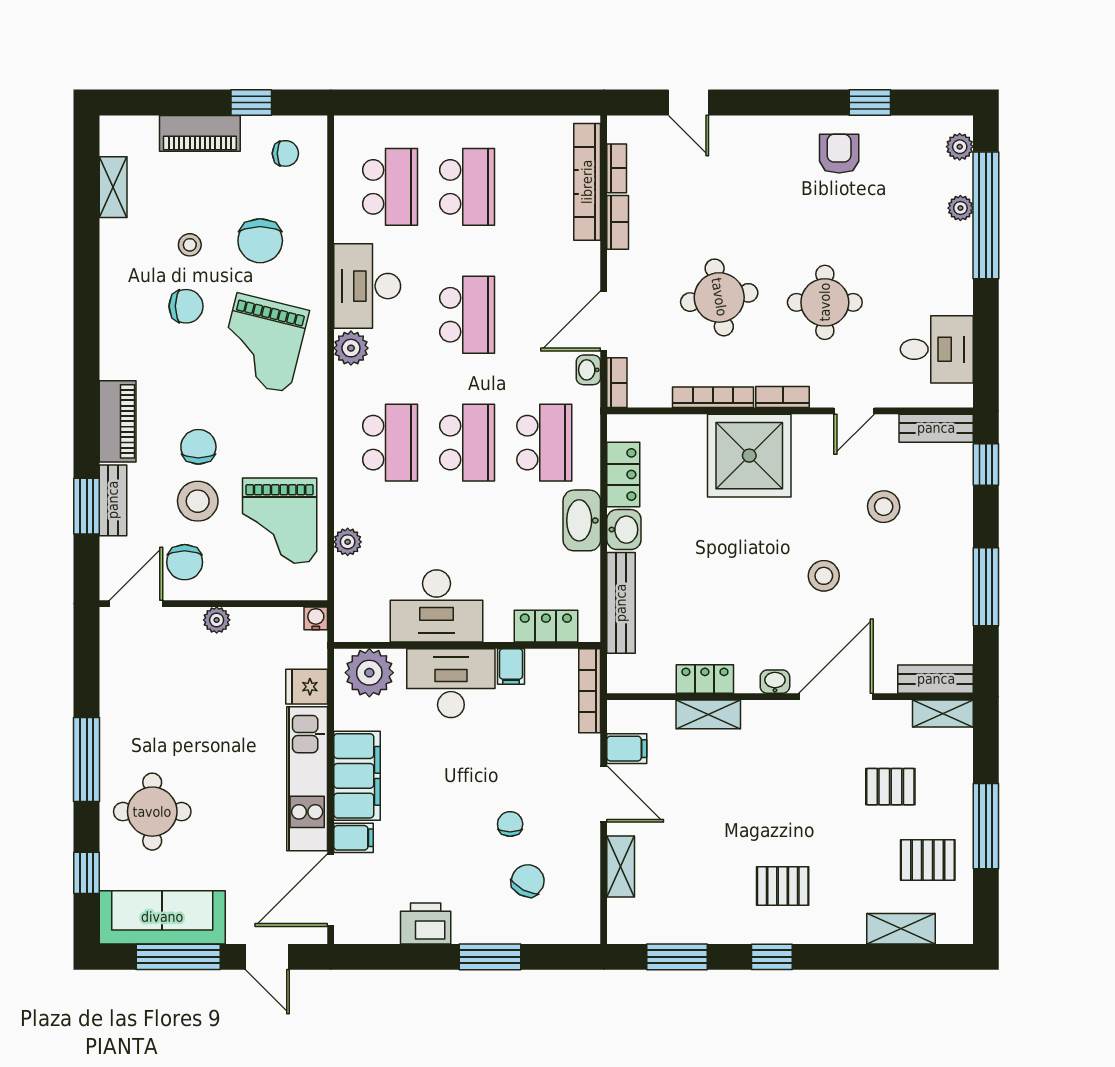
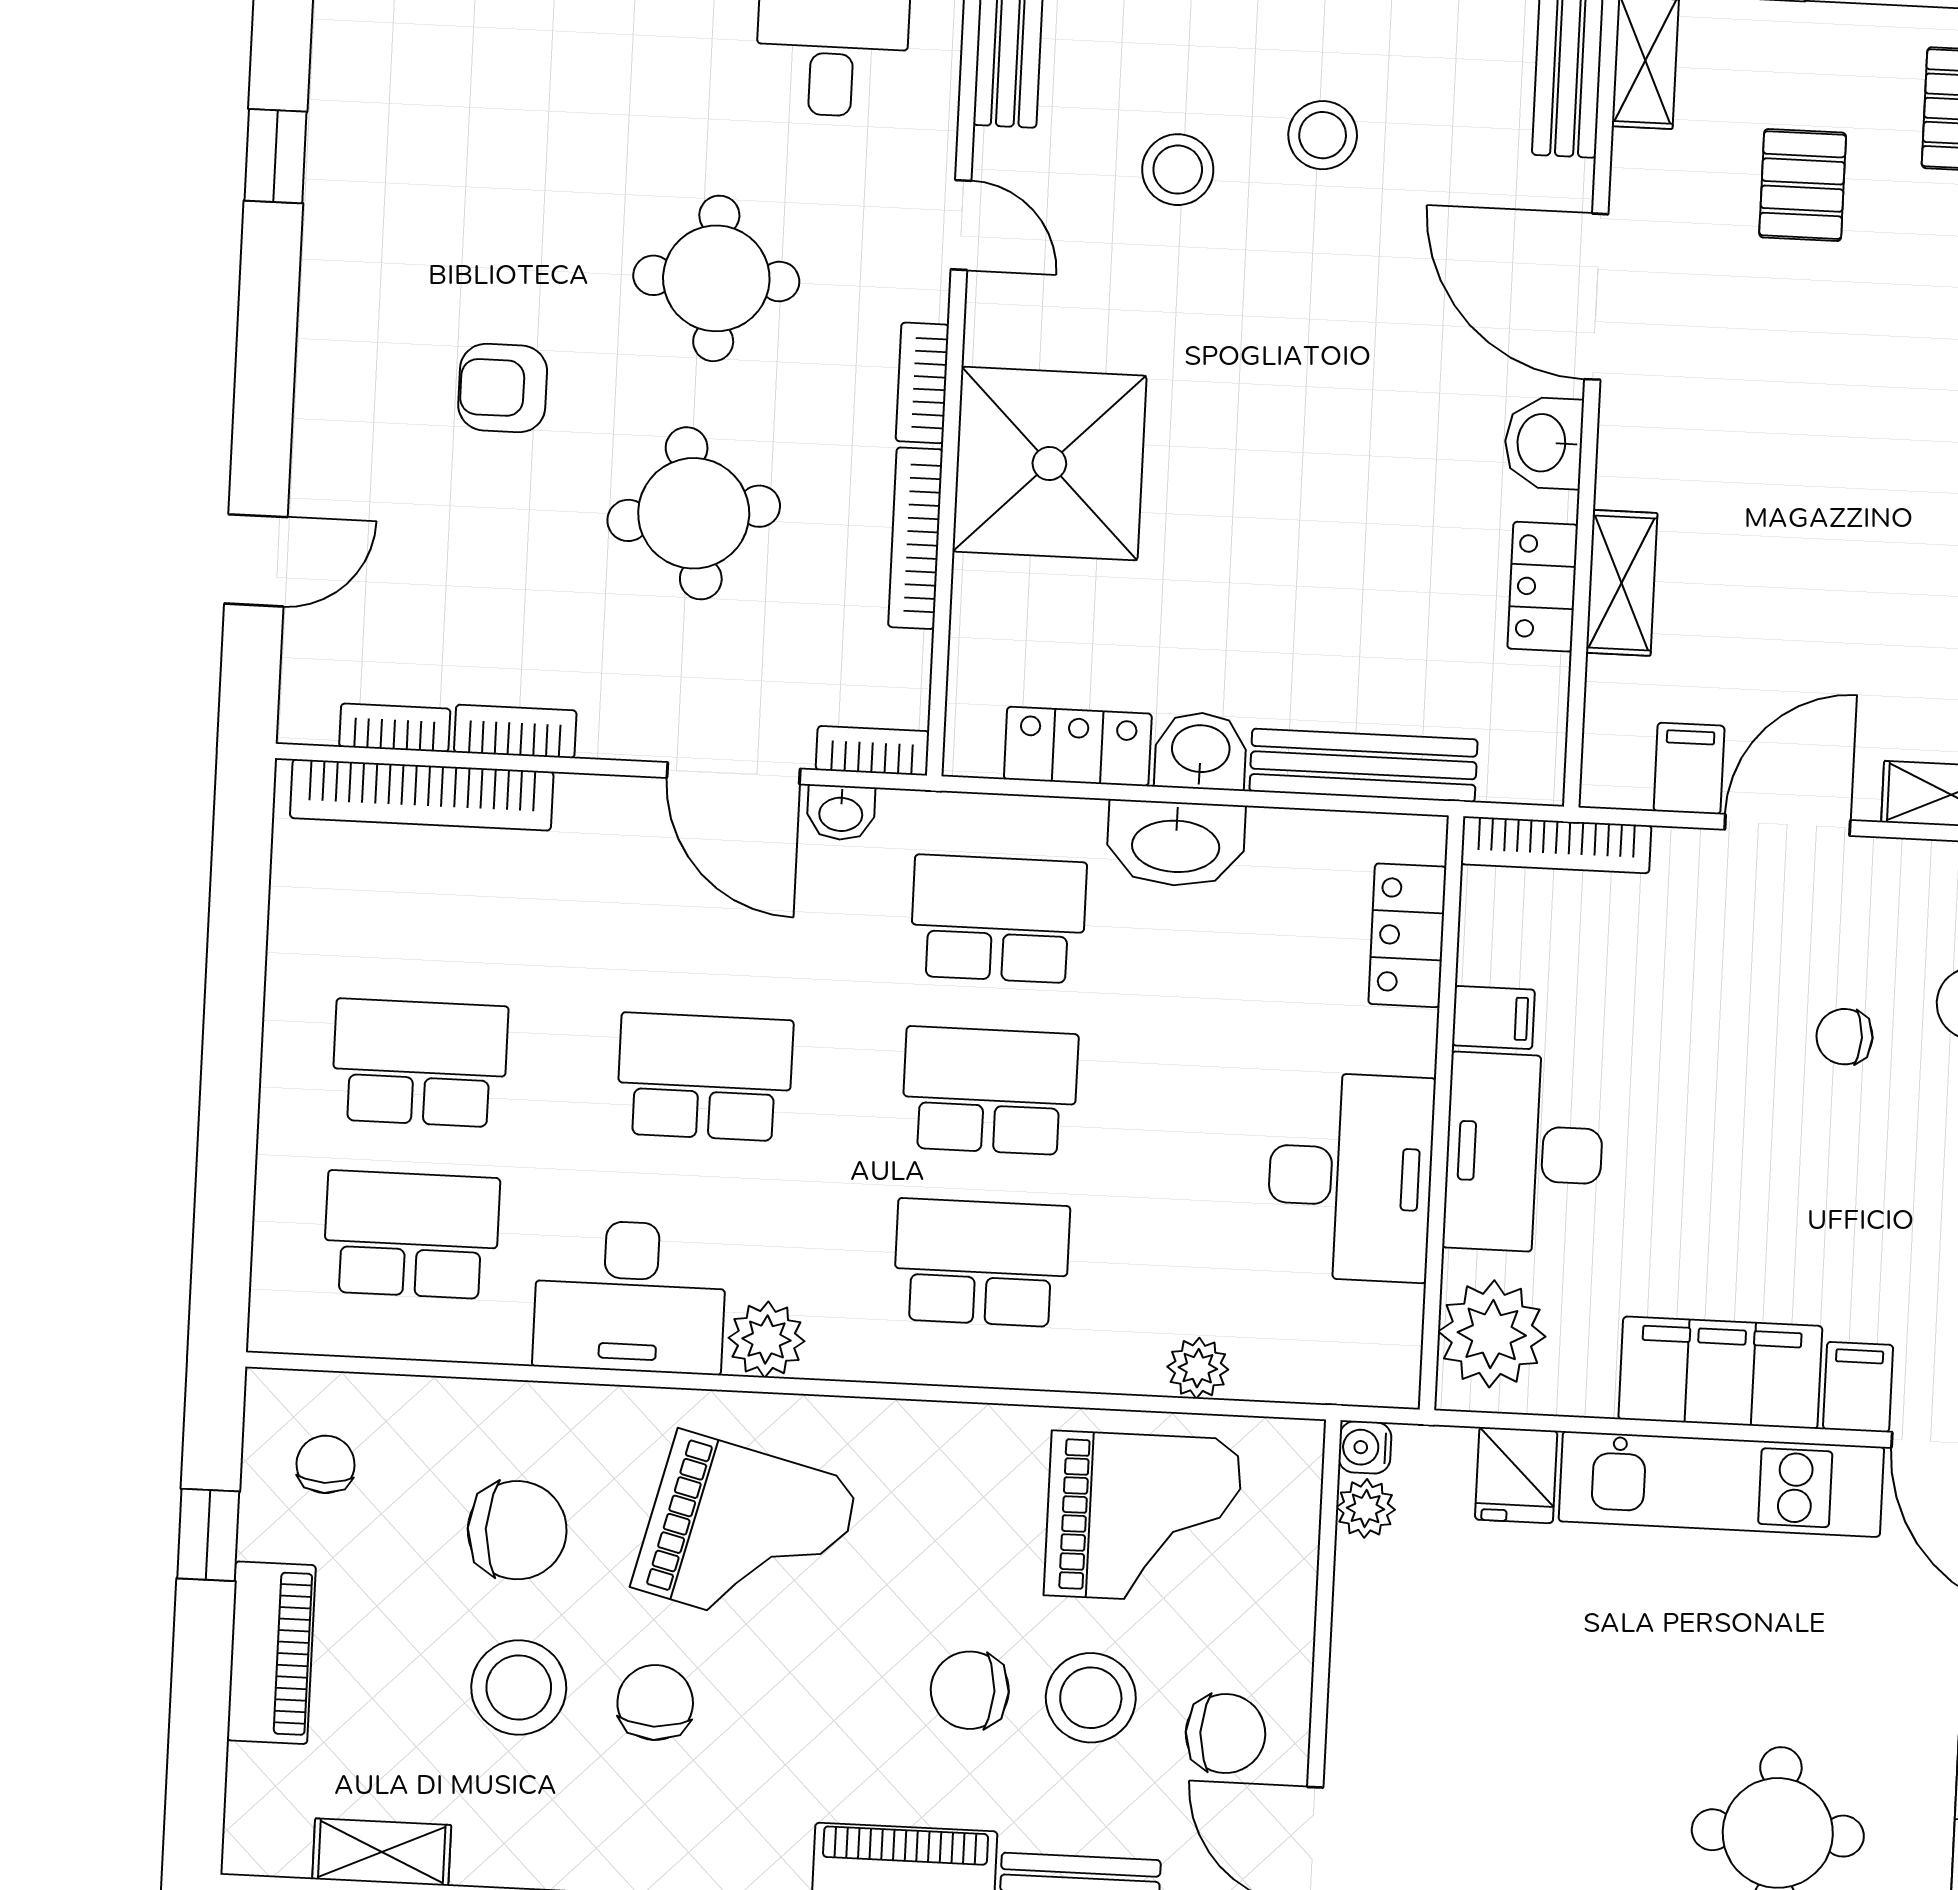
armchair: (839, 154) -> (503, 388), moved
stool: (190, 245) -> (519, 1687), width x1.89, depth x1.89
stool: (824, 576) -> (1323, 135), moved
plant: (217, 620) -> (1366, 1508), moved
washbasin: (775, 682) -> (1544, 443), width x1.38, depth x1.45

